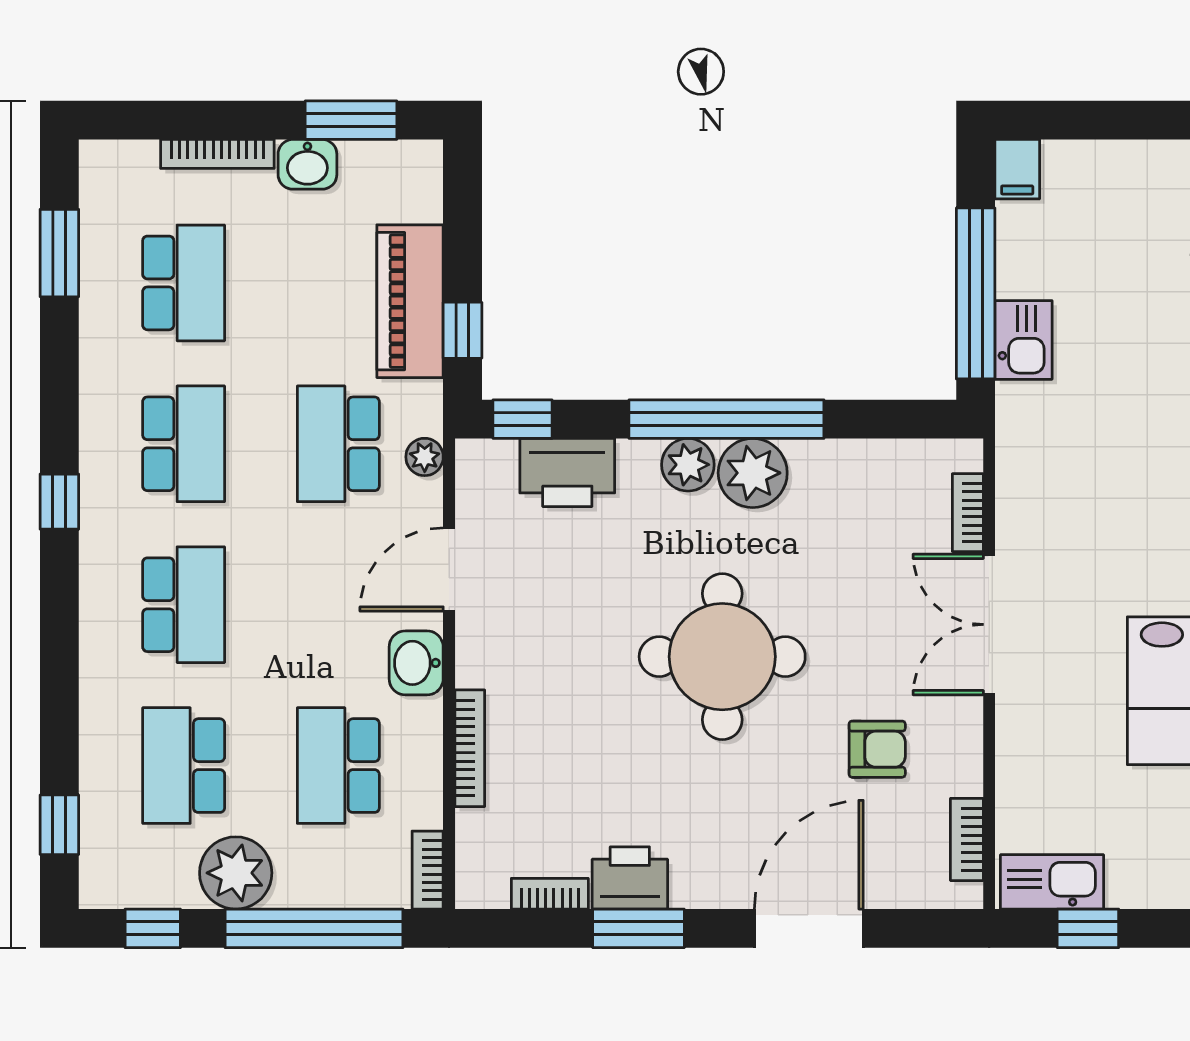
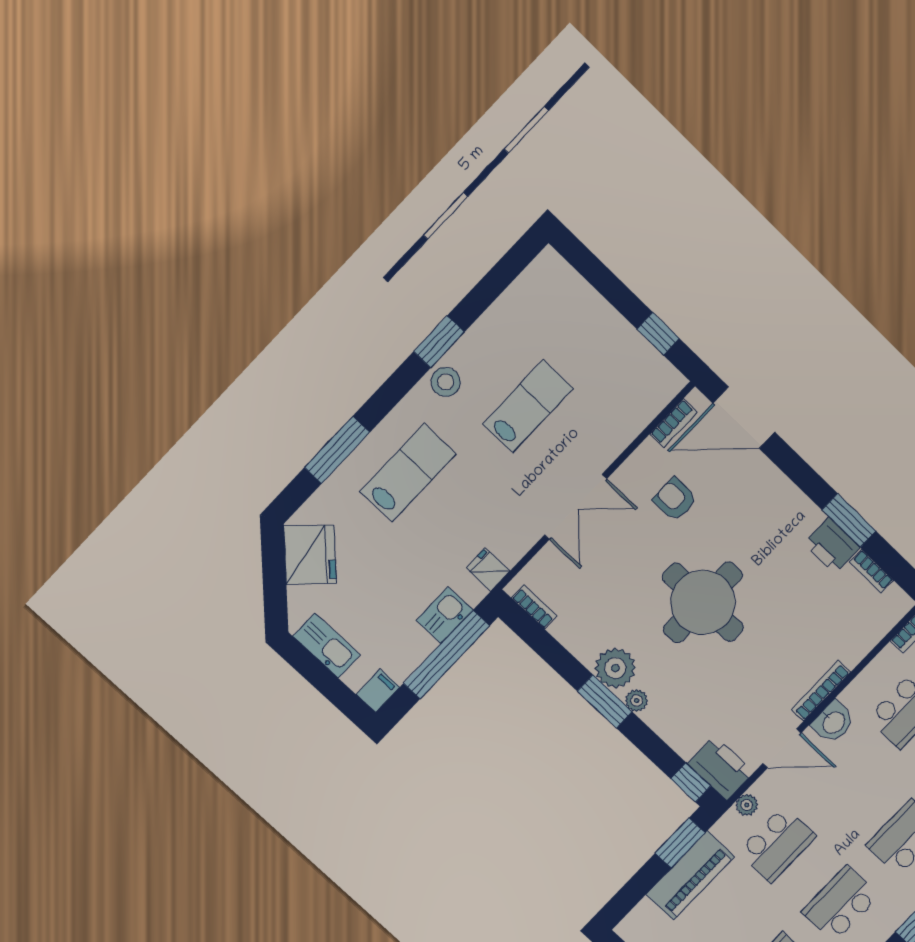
window: (463, 330) -> (680, 843), width x1.50
window: (726, 419) -> (605, 701), width x0.47
fridge: (1023, 446) -> (488, 569), added
plant: (688, 465) -> (637, 701), width x0.73, depth x0.73
printer: (567, 472) -> (721, 768), moved
bookcase: (968, 513) -> (534, 607), moved, turned -90
bookcase: (470, 748) -> (821, 691), moved
kitchen sink: (1052, 882) -> (327, 646), moved, turned 180
door: (809, 928) -> (744, 418), moved

